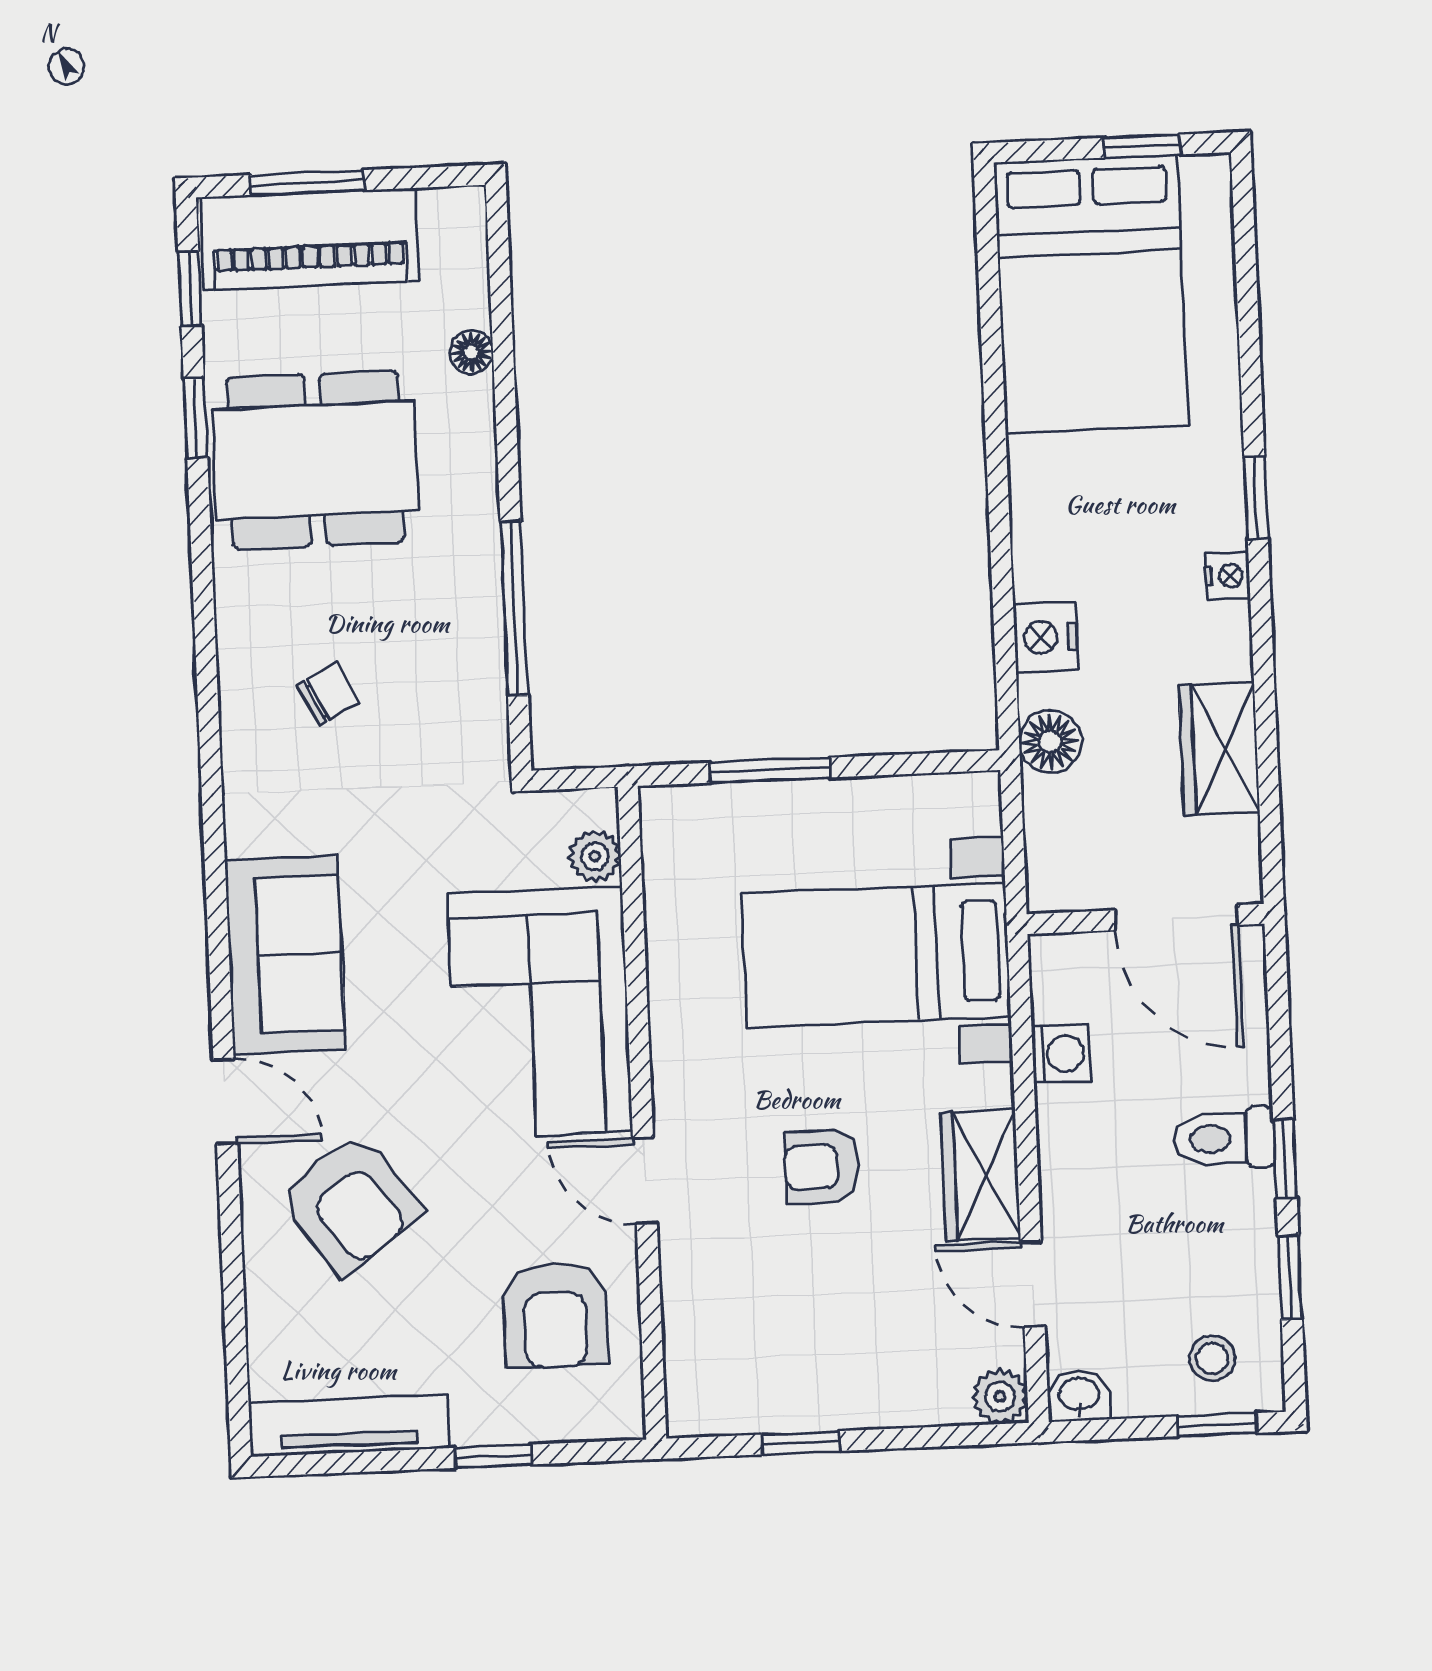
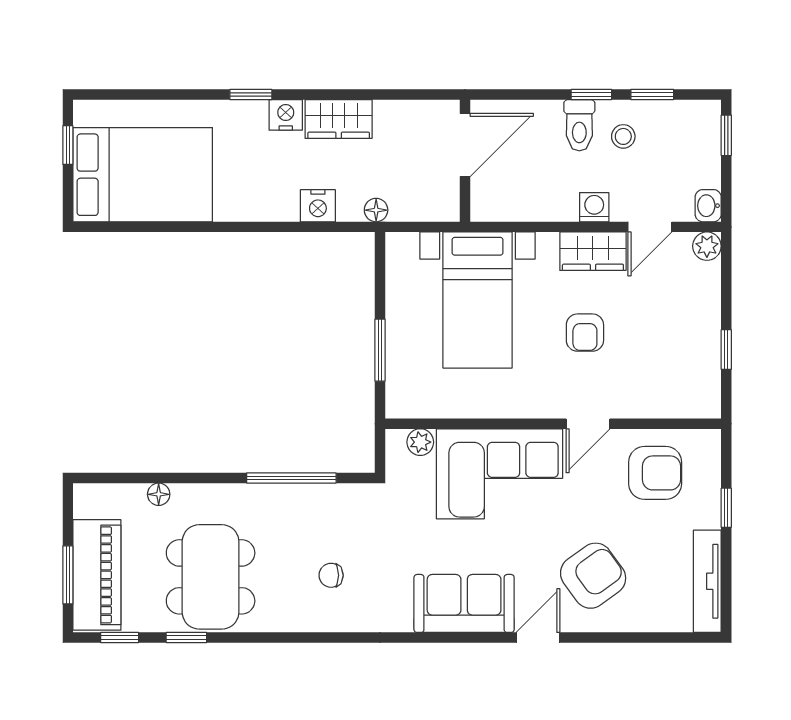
nightstand: (1227, 576) -> (286, 115), width x1.39, depth x1.35
chair: (329, 694) -> (331, 575), turned -63
floor lamp: (1050, 742) -> (376, 210), width x0.73, depth x0.73
wardrobe: (1219, 748) -> (339, 119), moved
washing machine: (1061, 1054) -> (594, 207), moved
stool: (1212, 1358) -> (623, 136), moved

